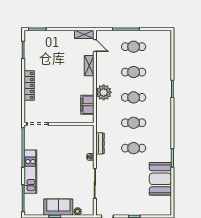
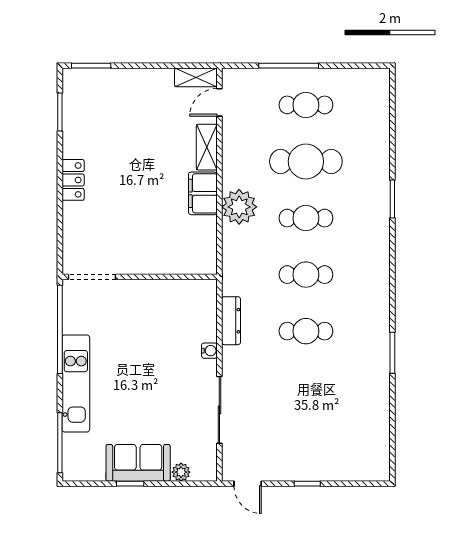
door: (95, 46) -> (219, 102), swing flipped
cafe table: (134, 72) -> (306, 161), width x1.37, depth x1.35
locker: (29, 85) -> (73, 180), width x0.66
filing cabinet: (87, 105) -> (203, 193), moved
booth: (160, 179) -> (366, 400), removed

